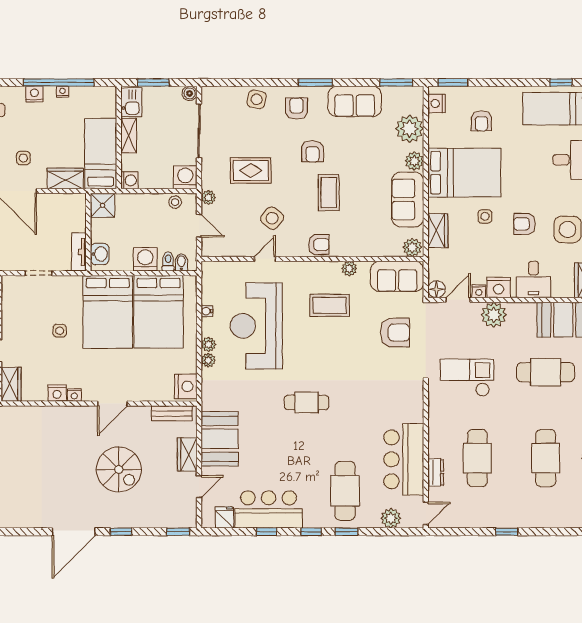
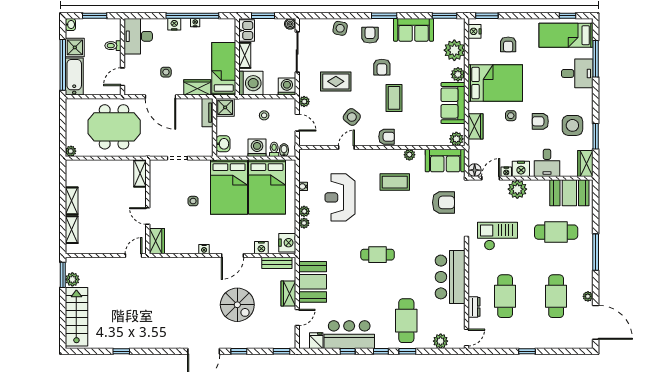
washing machine: (129, 180) -> (251, 83), width x1.89, depth x1.89
stool: (175, 202) -> (264, 115), moved
tv unit: (79, 252) -> (207, 113), moved
reception desk: (256, 326) -> (340, 197), width x0.74, depth x0.77
nightstand: (57, 393) -> (261, 248), moved
bar counter: (404, 459) -> (450, 277), moved

